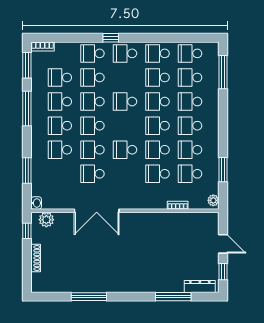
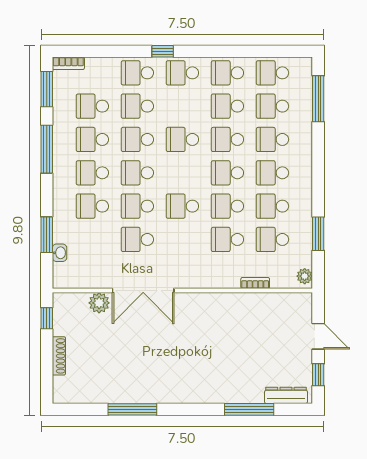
washbasin: (36, 203) -> (60, 253), moved
plant: (46, 220) -> (99, 303), moved

